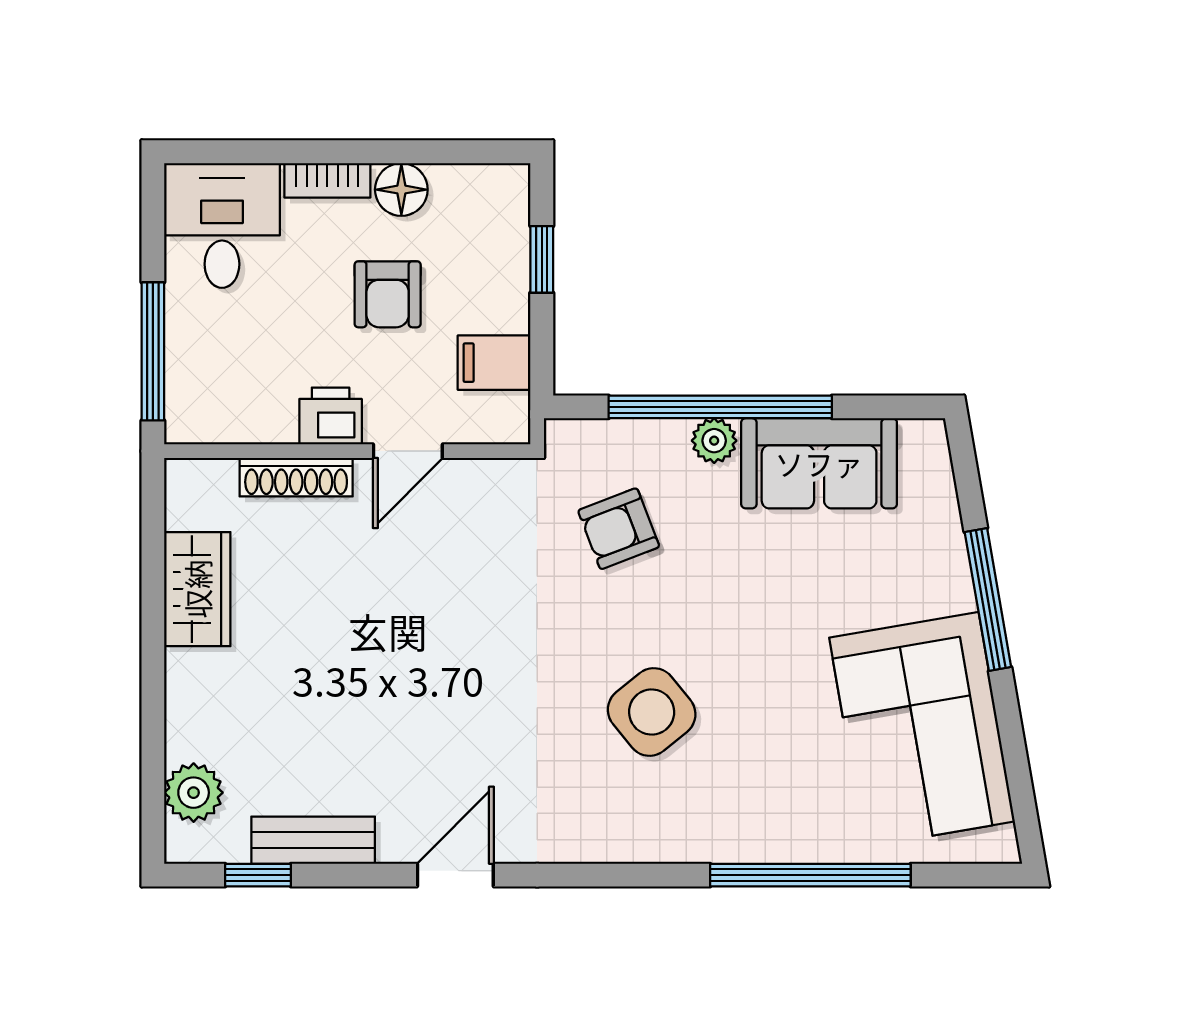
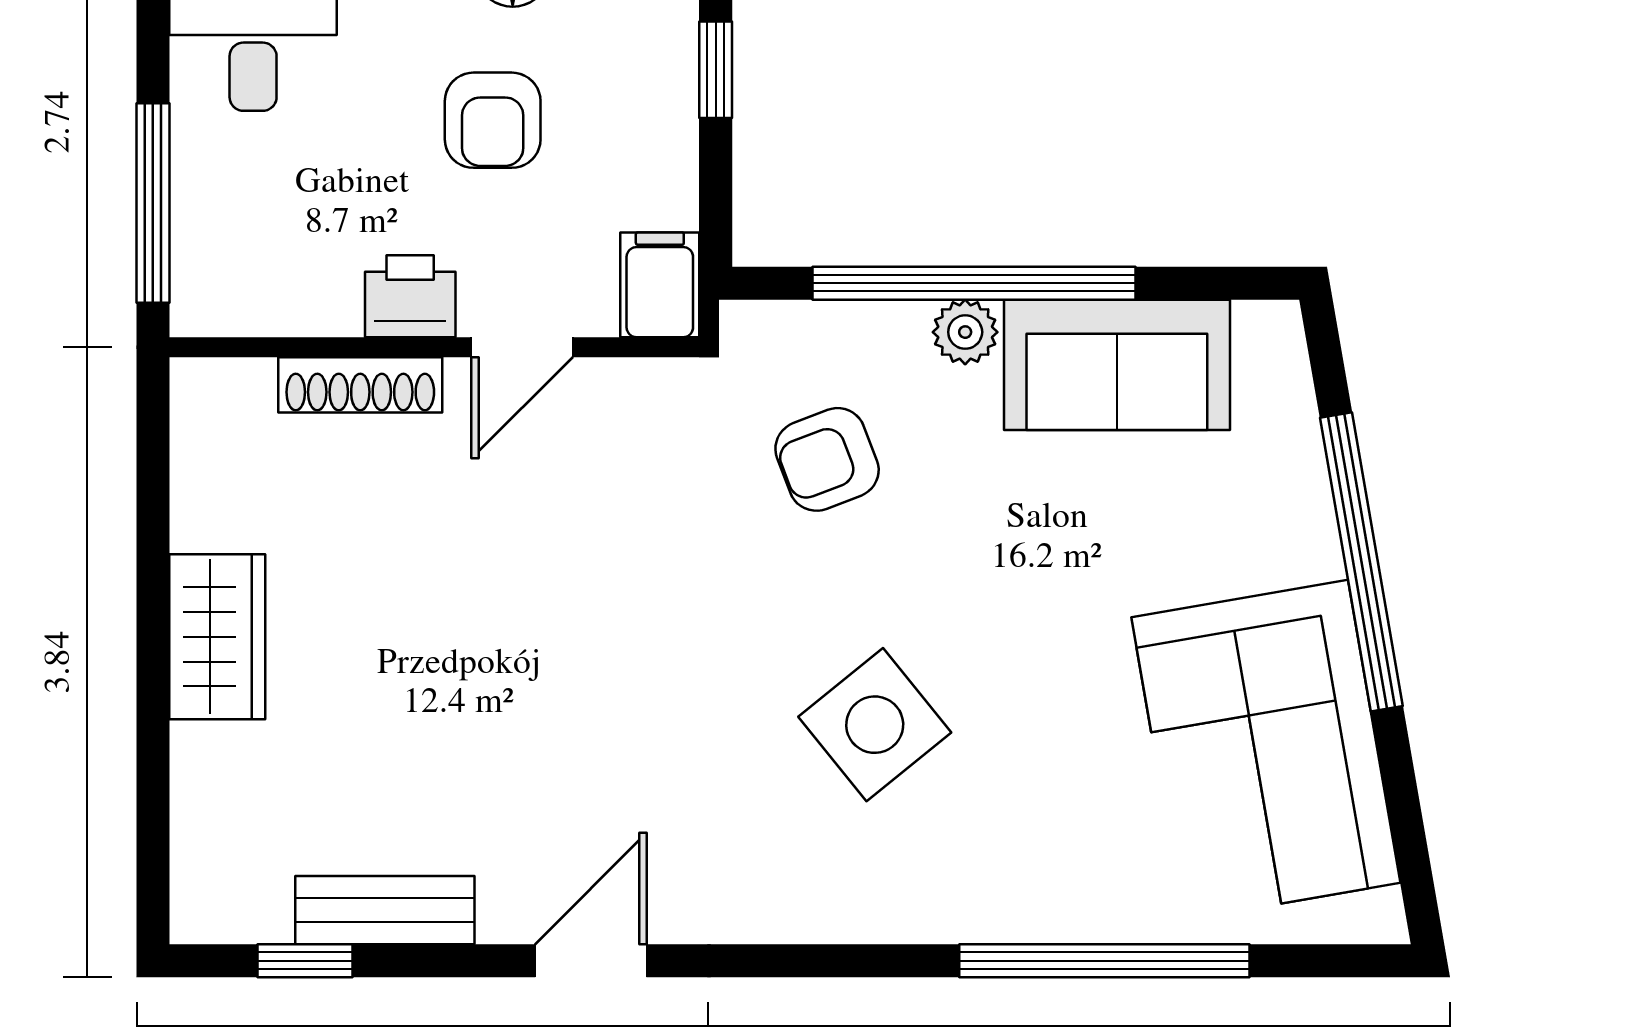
filing cabinet: (494, 363) -> (660, 285), moved, turned 90
wardrobe: (197, 589) -> (217, 637), moved
window: (988, 599) -> (1361, 562), width x1.46
plant: (194, 793) -> (212, 841), removed

